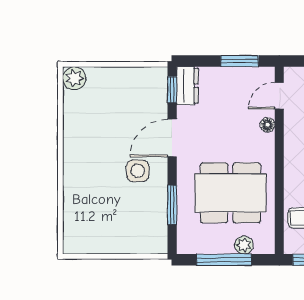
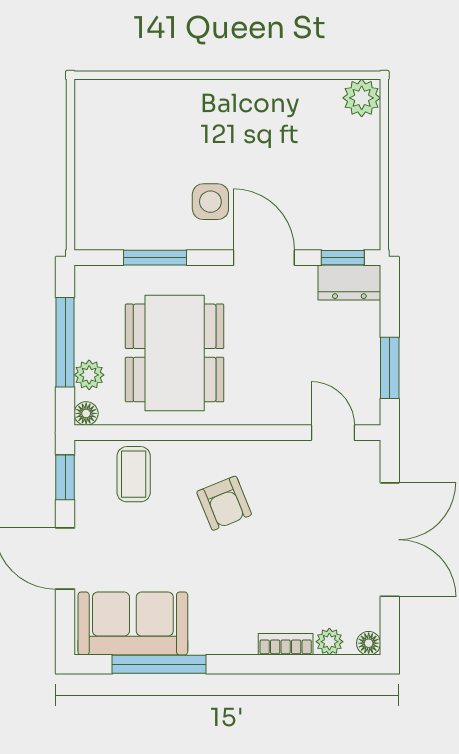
floor lamp: (268, 125) -> (86, 413), moved

